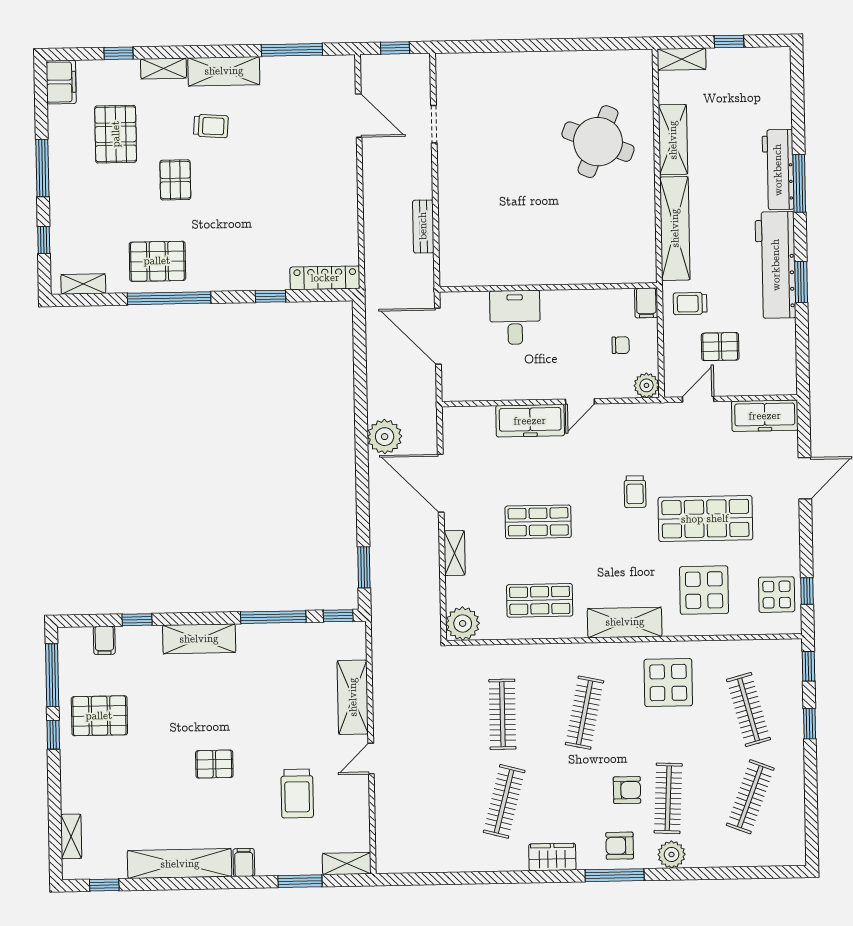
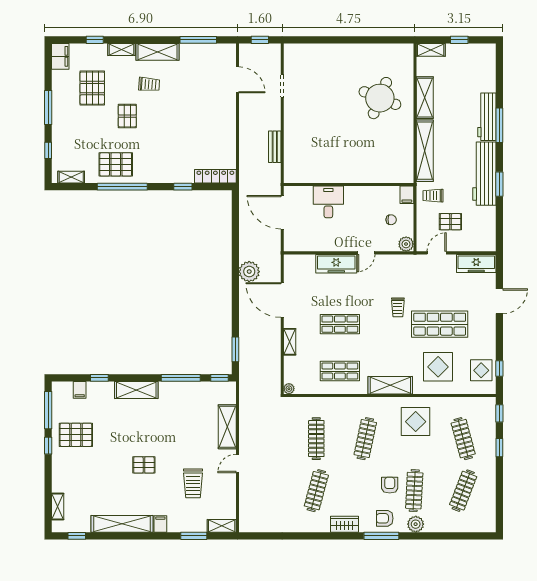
plant: (463, 623) -> (289, 389), width x0.53, depth x0.53
armchair: (627, 790) -> (390, 485), turned -90

